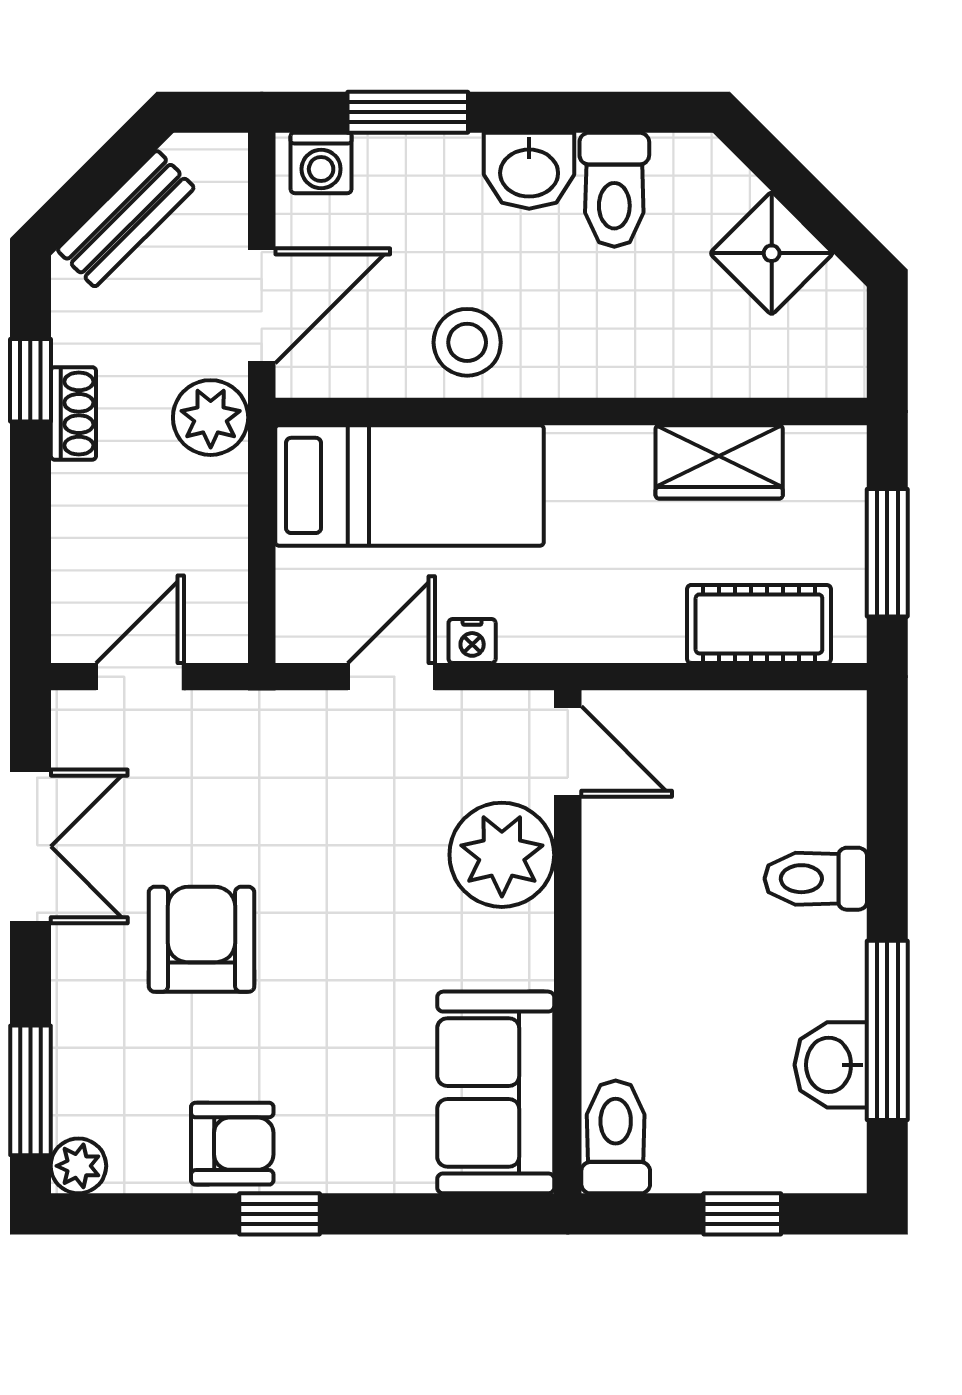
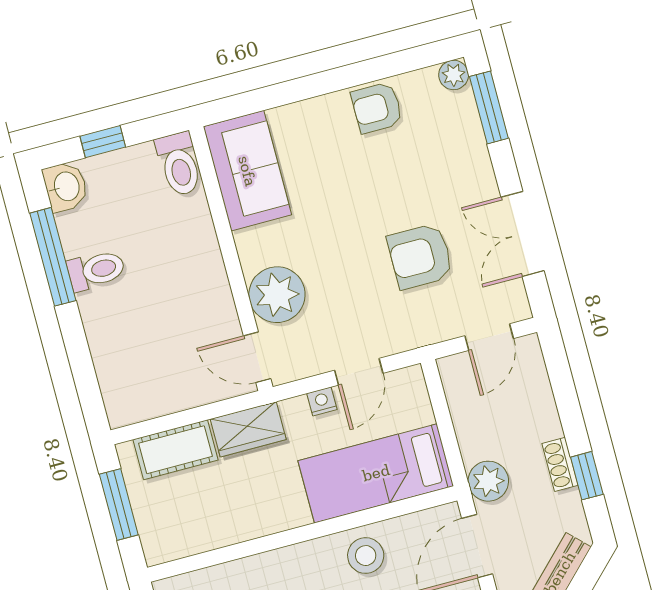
wardrobe: (719, 462) -> (248, 429), moved, turned 180
toilet: (816, 879) -> (96, 270), moved
armchair: (202, 939) -> (420, 256), moved, turned 90
washbasin: (831, 1065) -> (66, 187), moved
window: (279, 1214) -> (343, 78), removed

